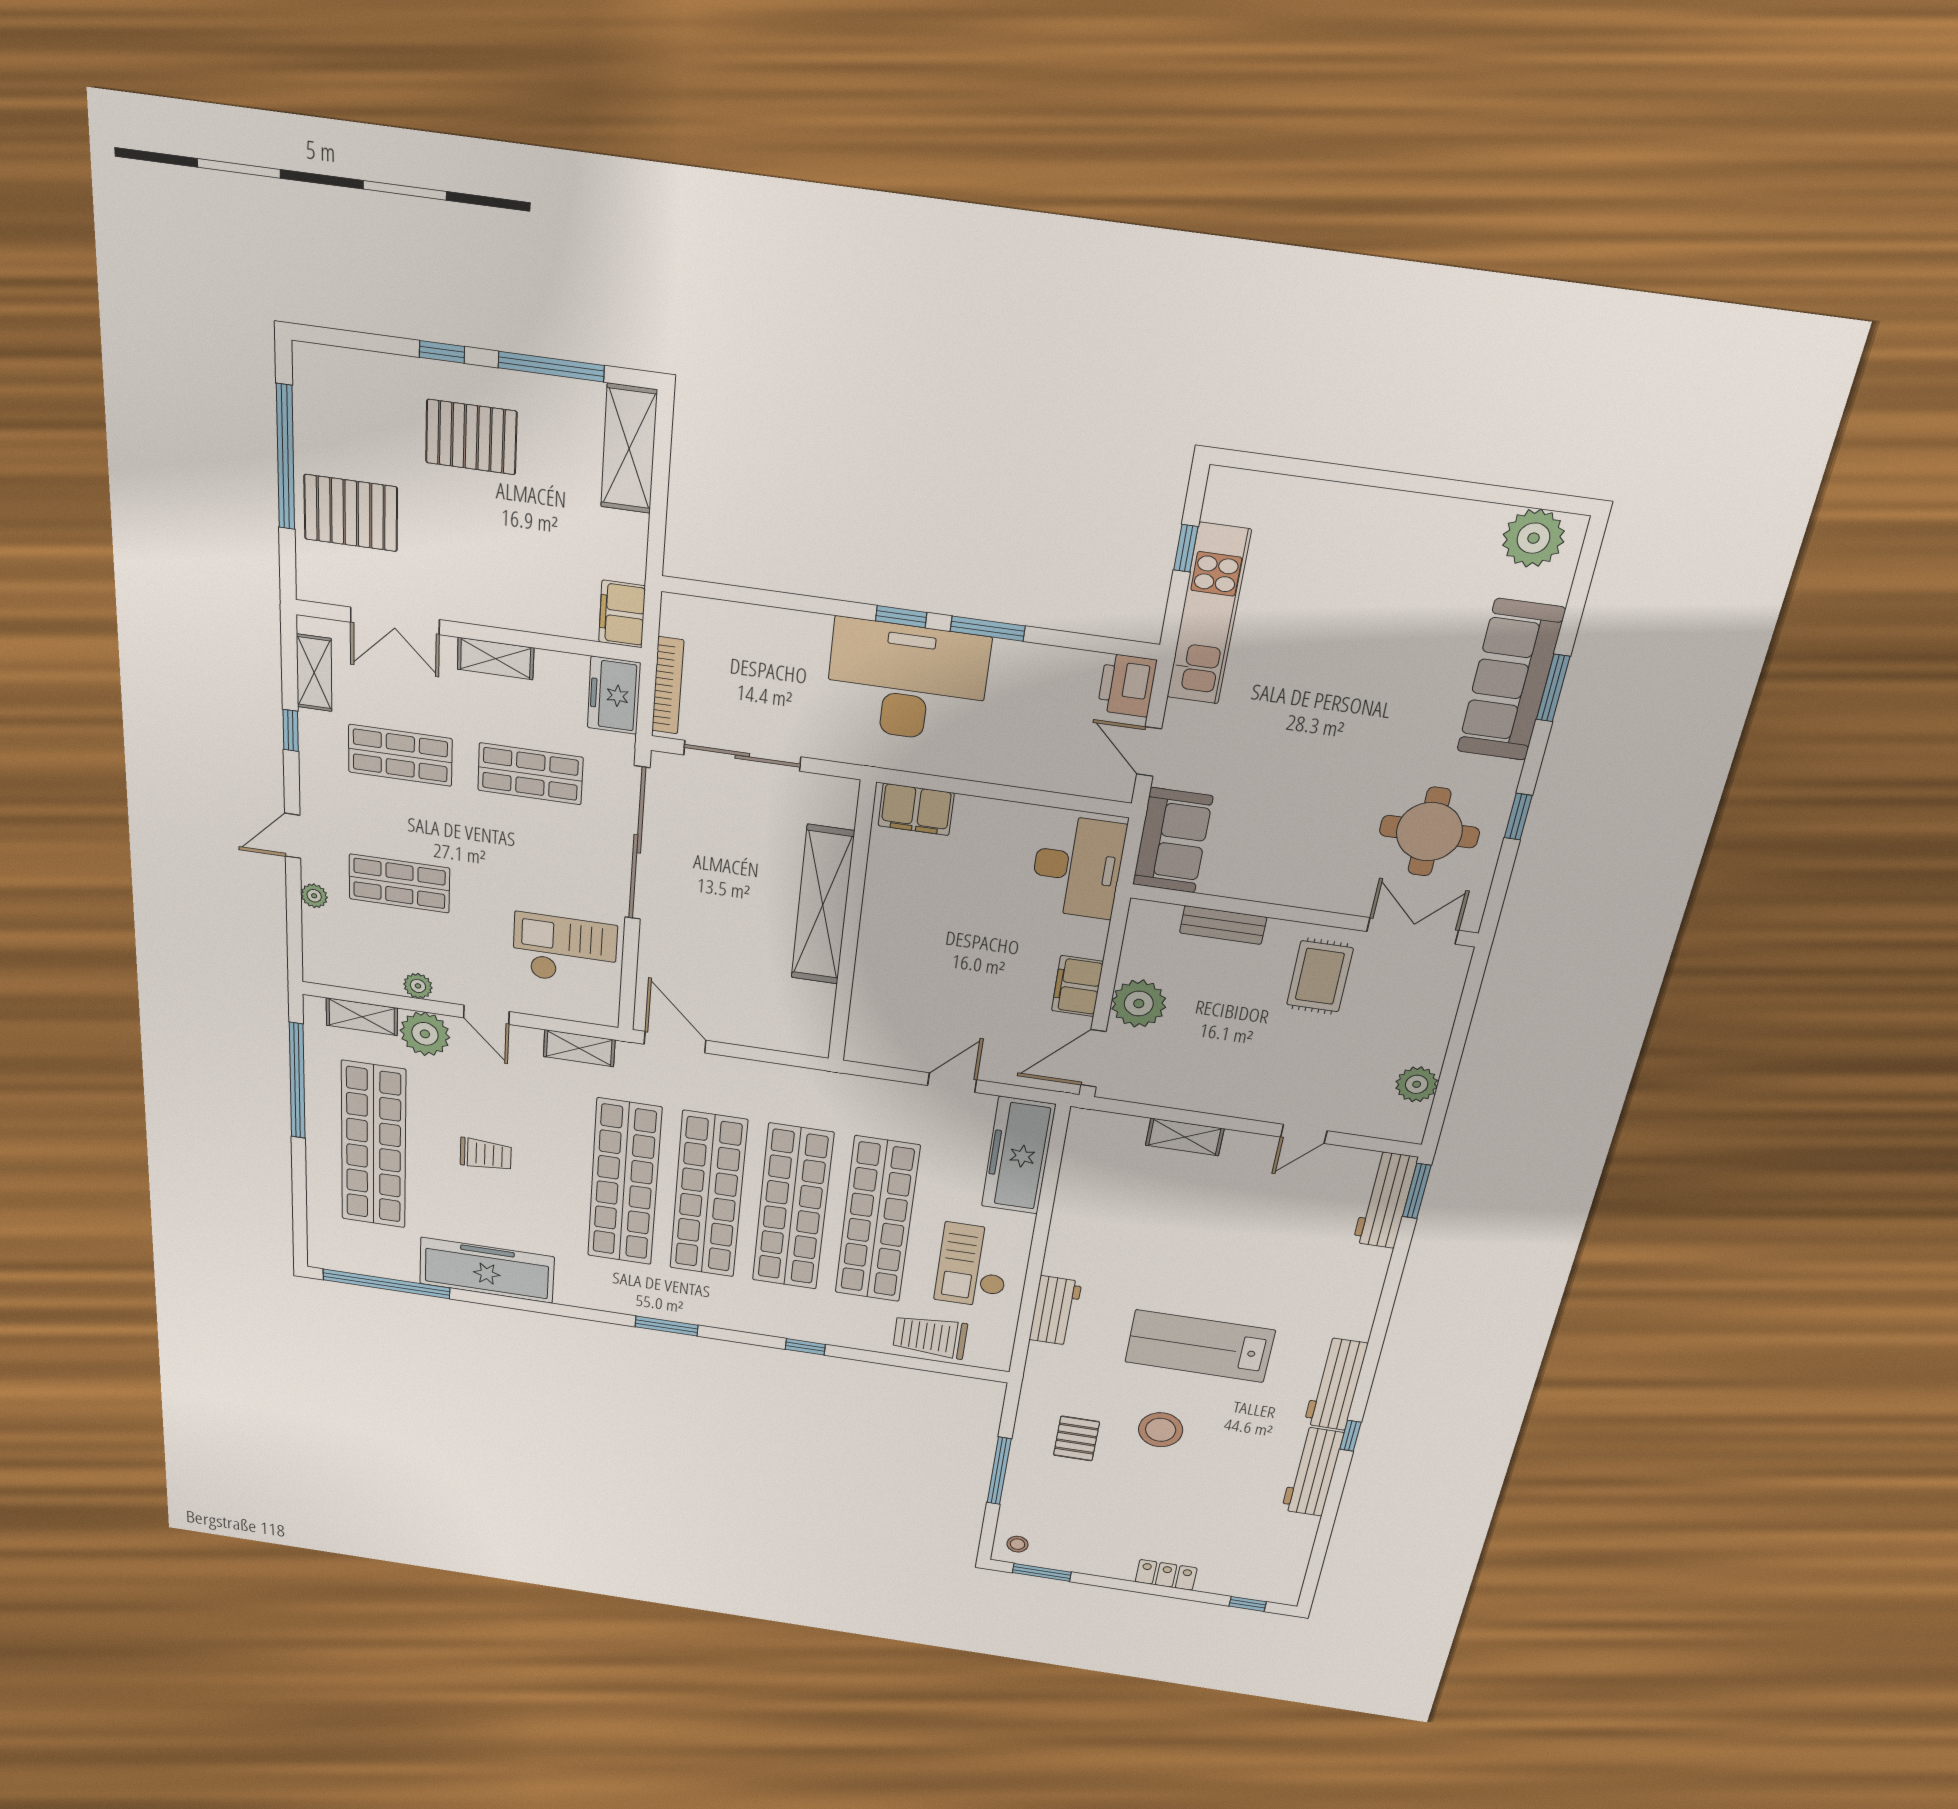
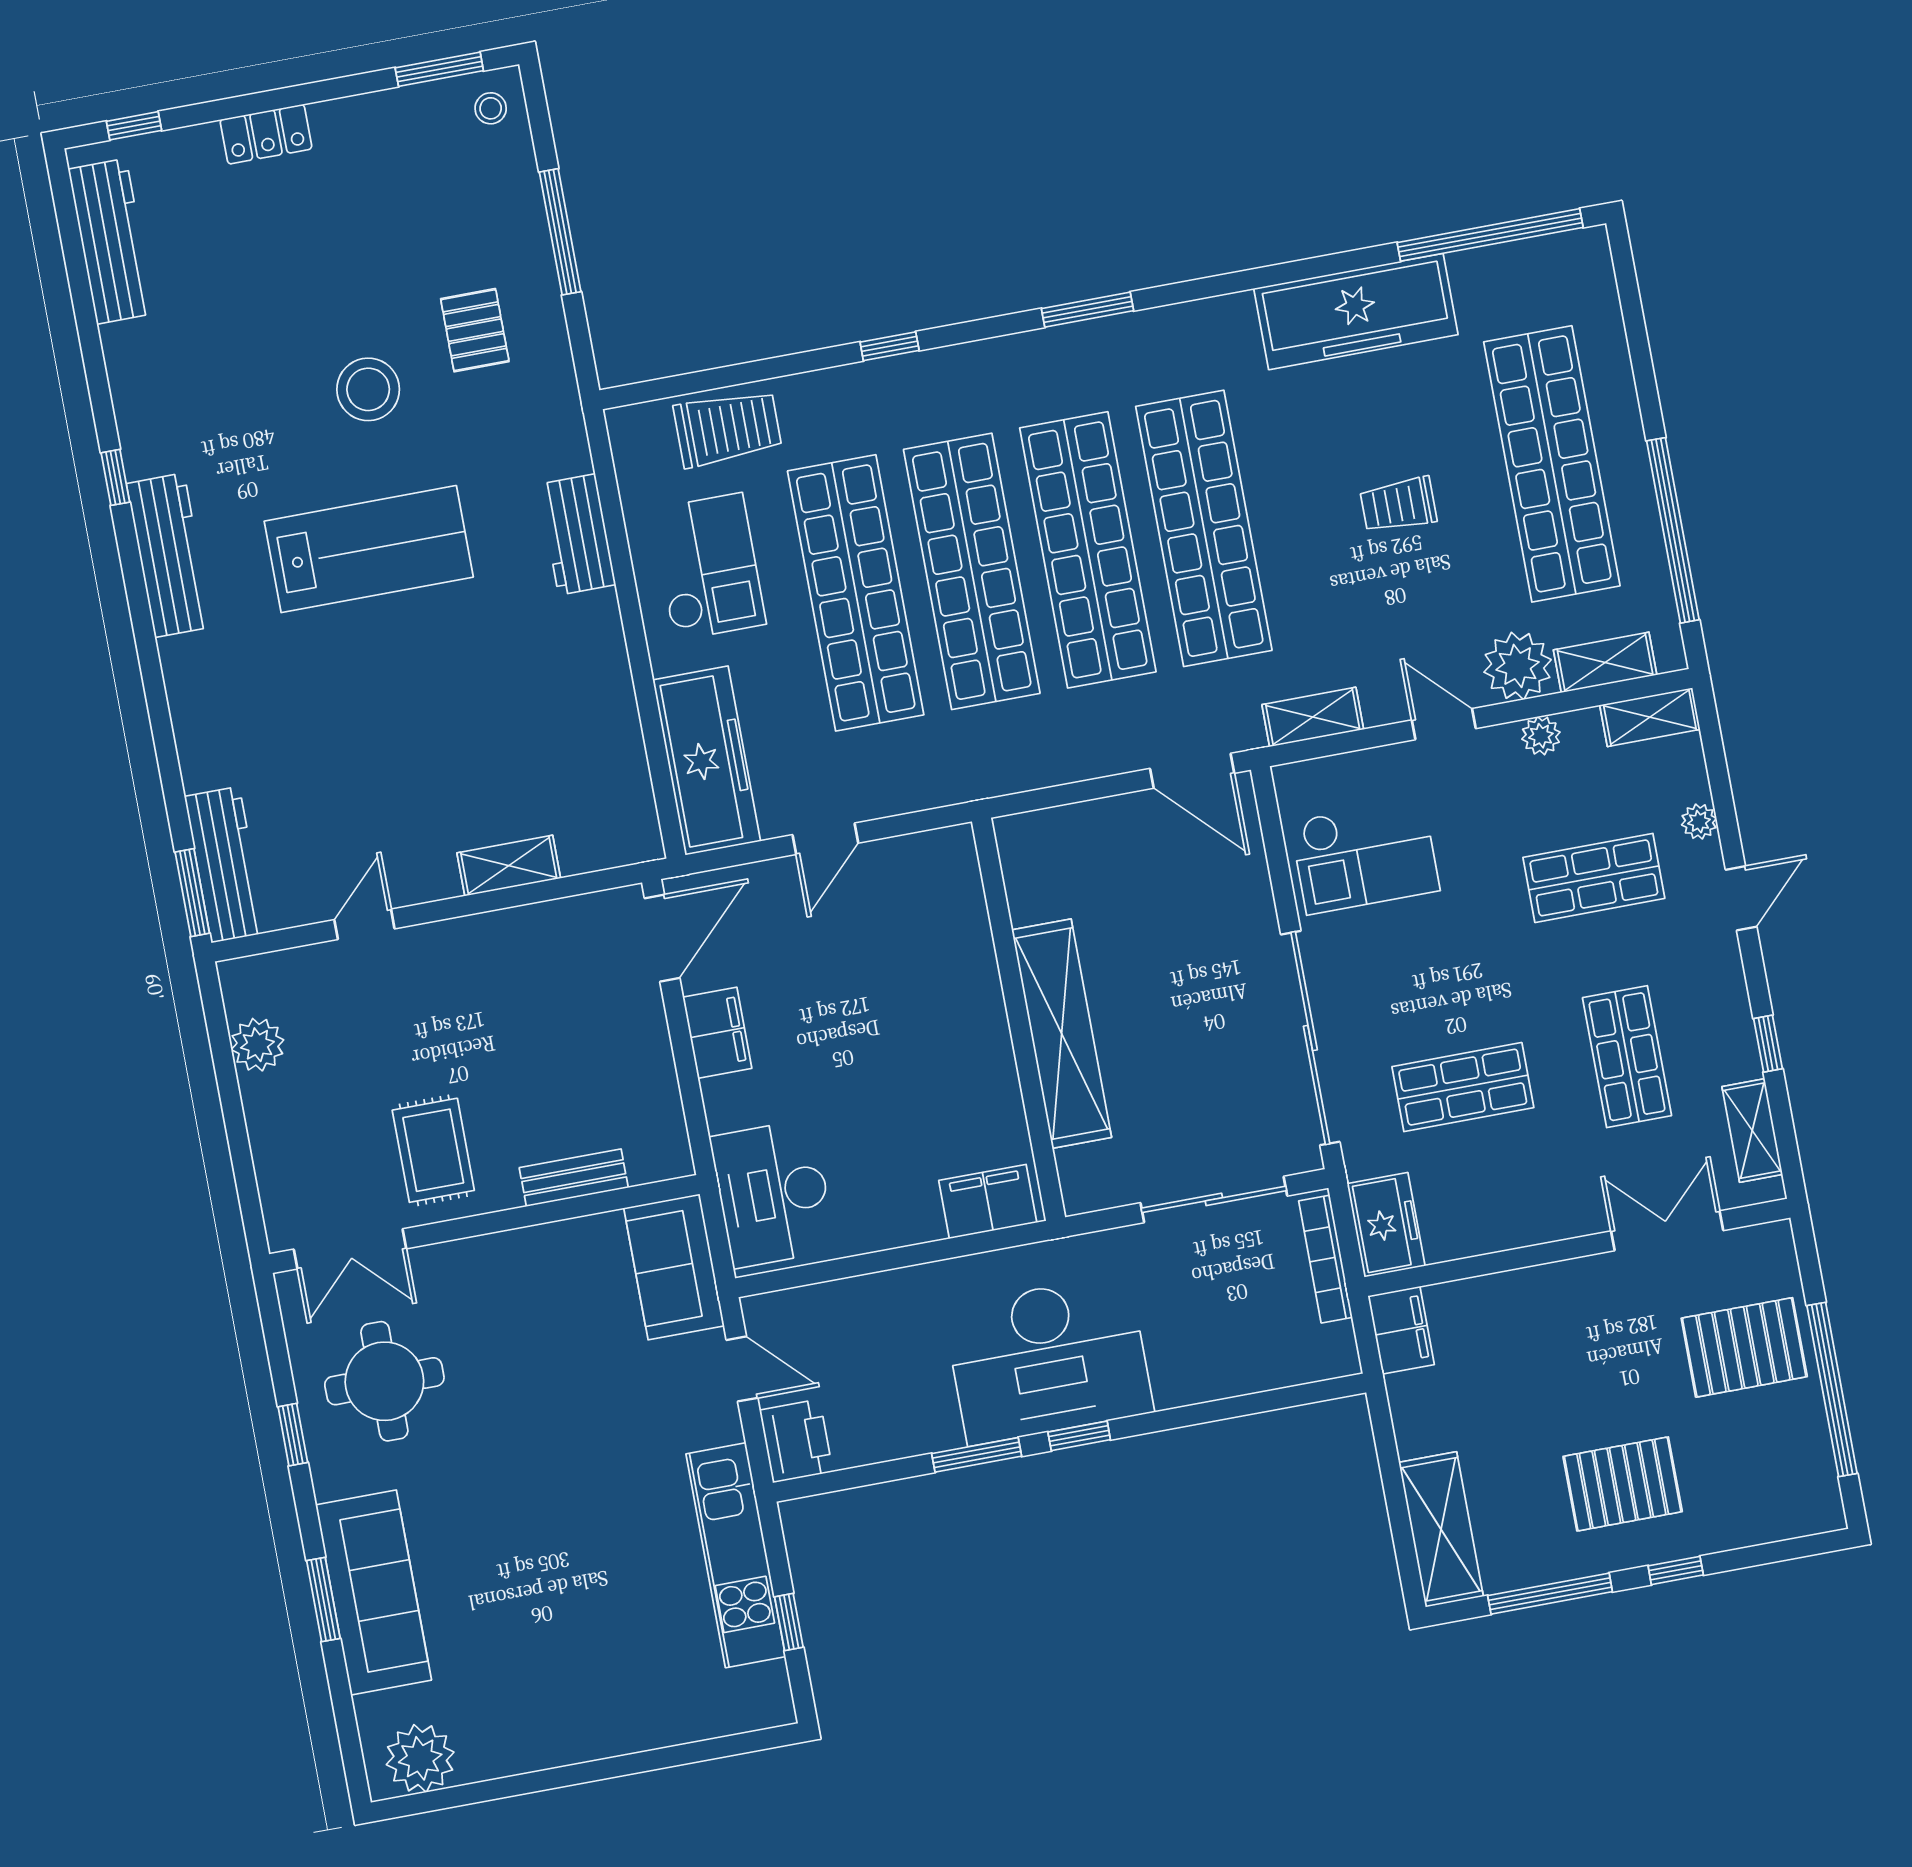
shelving: (496, 659) -> (1650, 717), moved
shop shelf: (400, 755) -> (1627, 1057), turned 90
plant: (1139, 1004) -> (635, 1035), removed
workbench: (1312, 1472) -> (111, 241), moved

